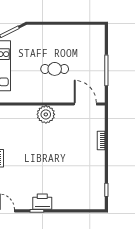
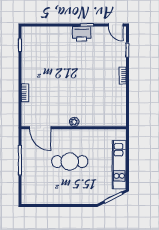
cafe table: (55, 69) -> (70, 162), width x1.37, depth x1.35
plant: (46, 114) -> (74, 122), width x0.53, depth x0.53

